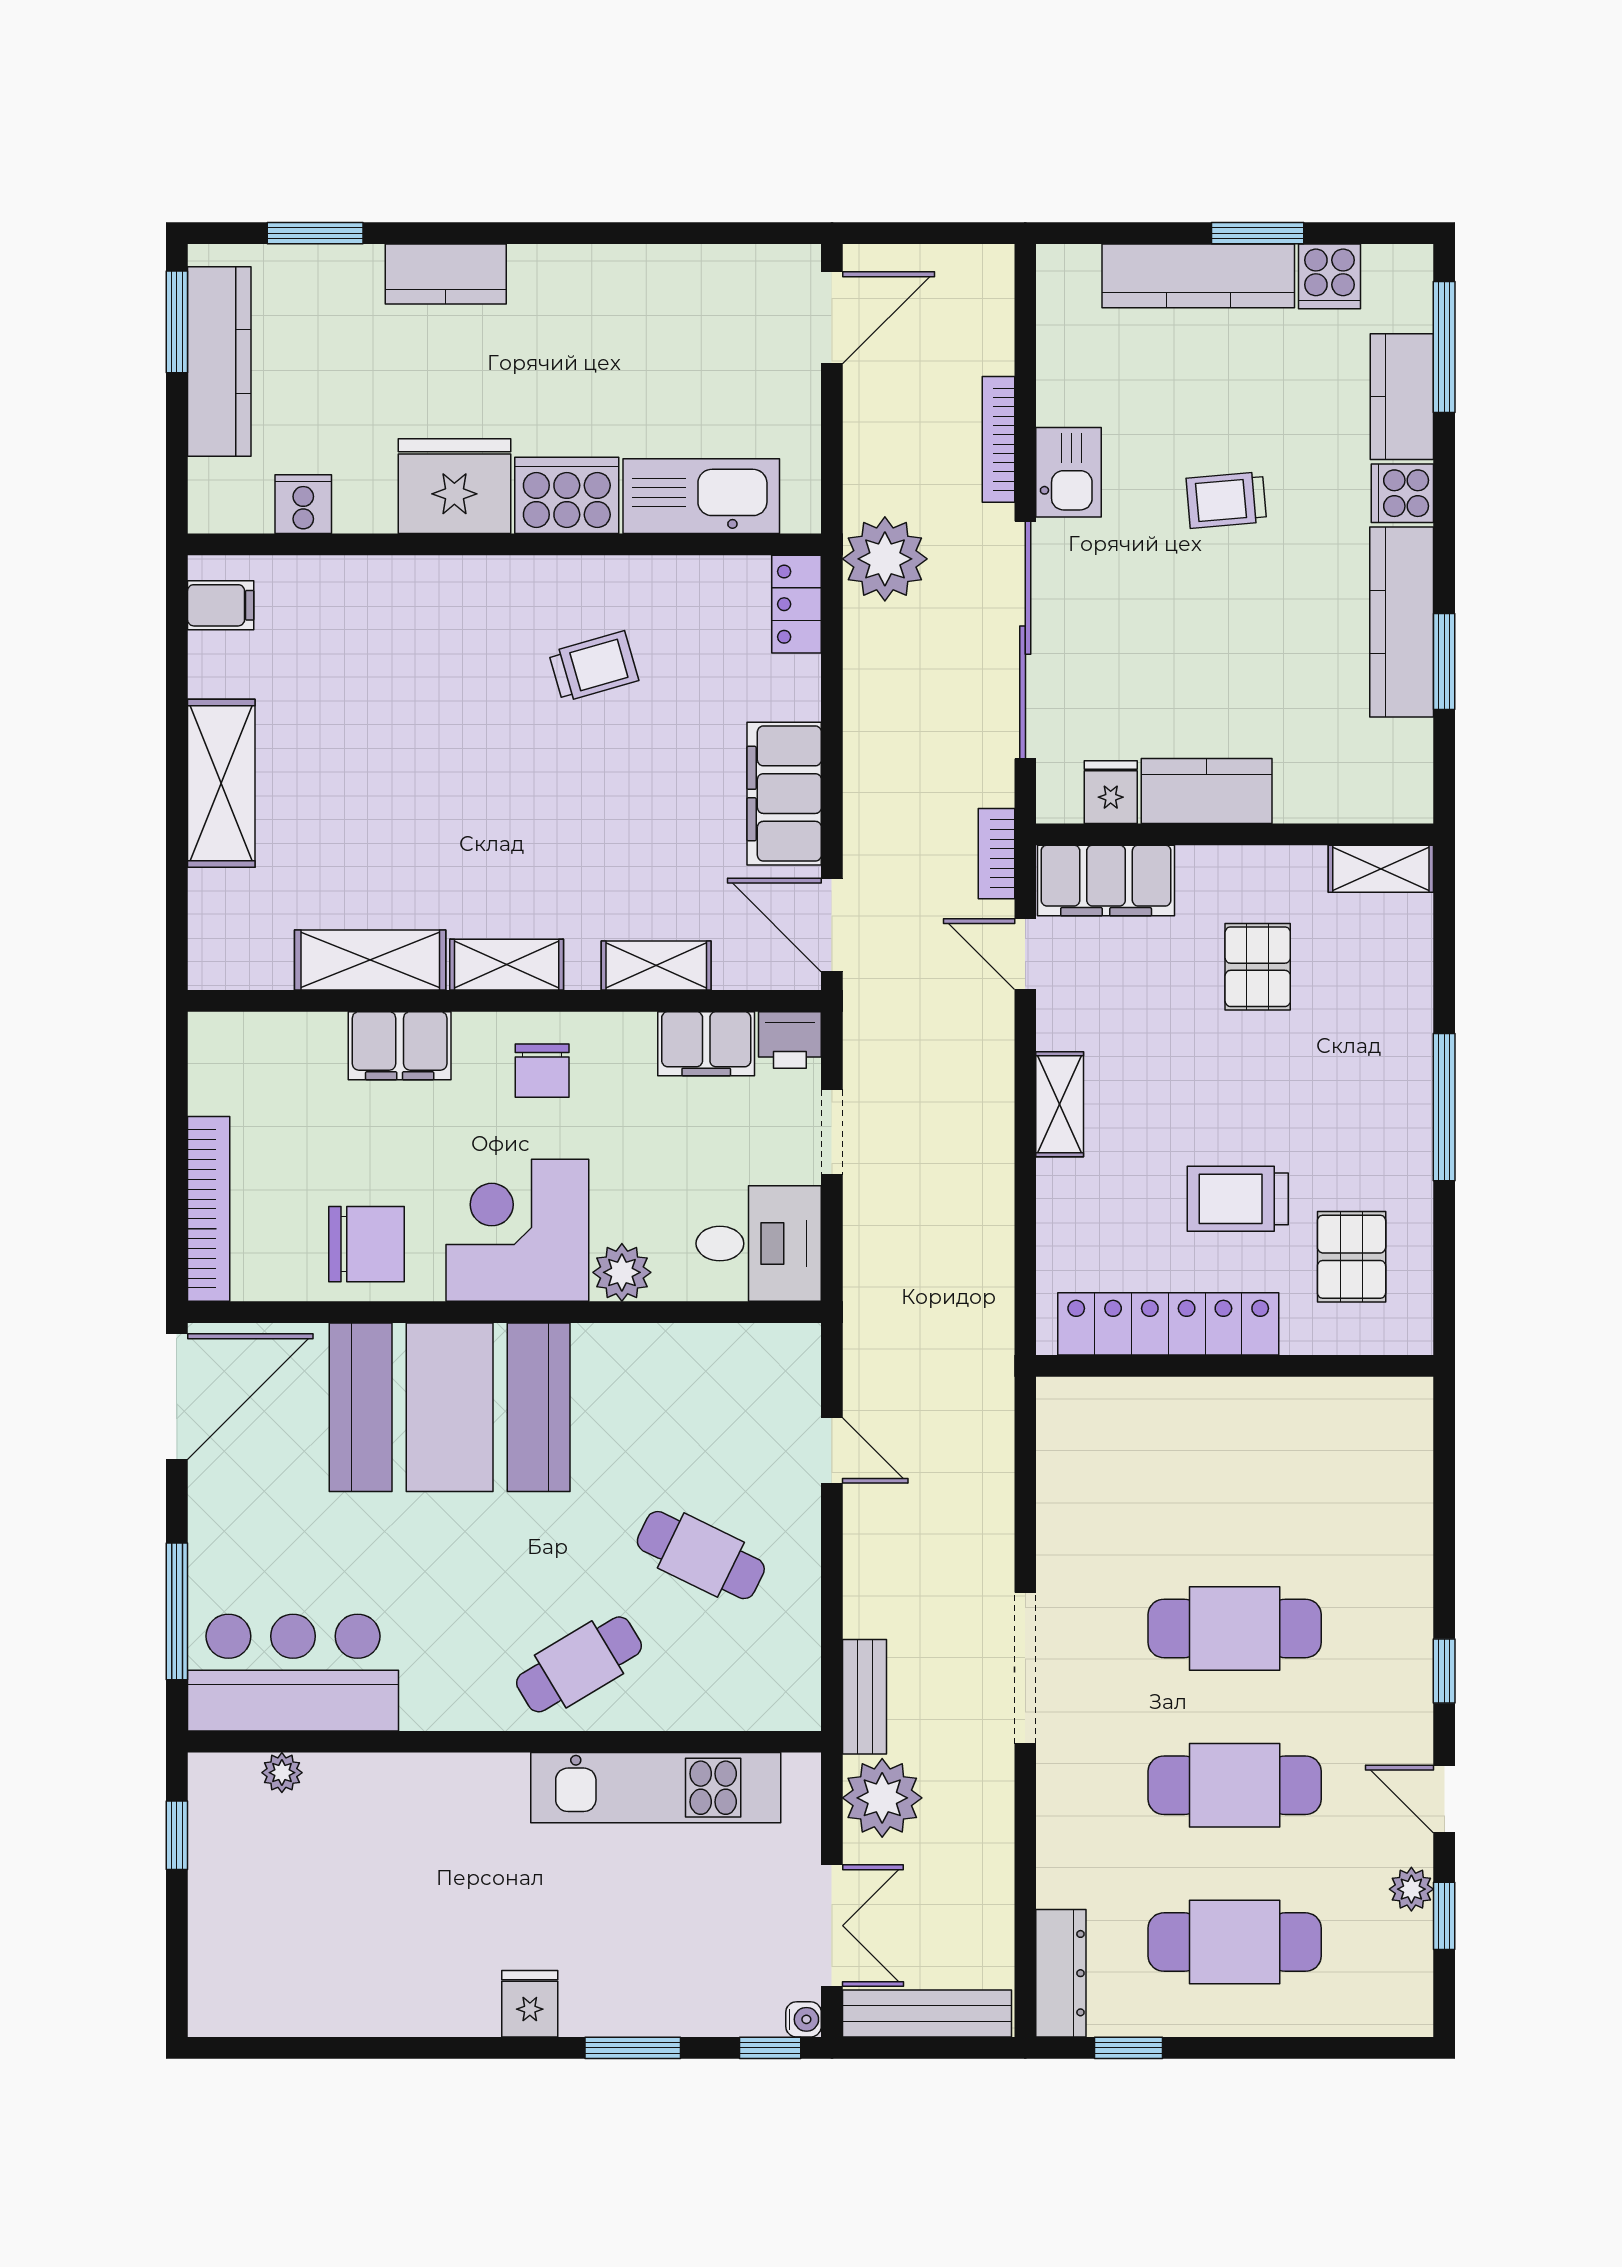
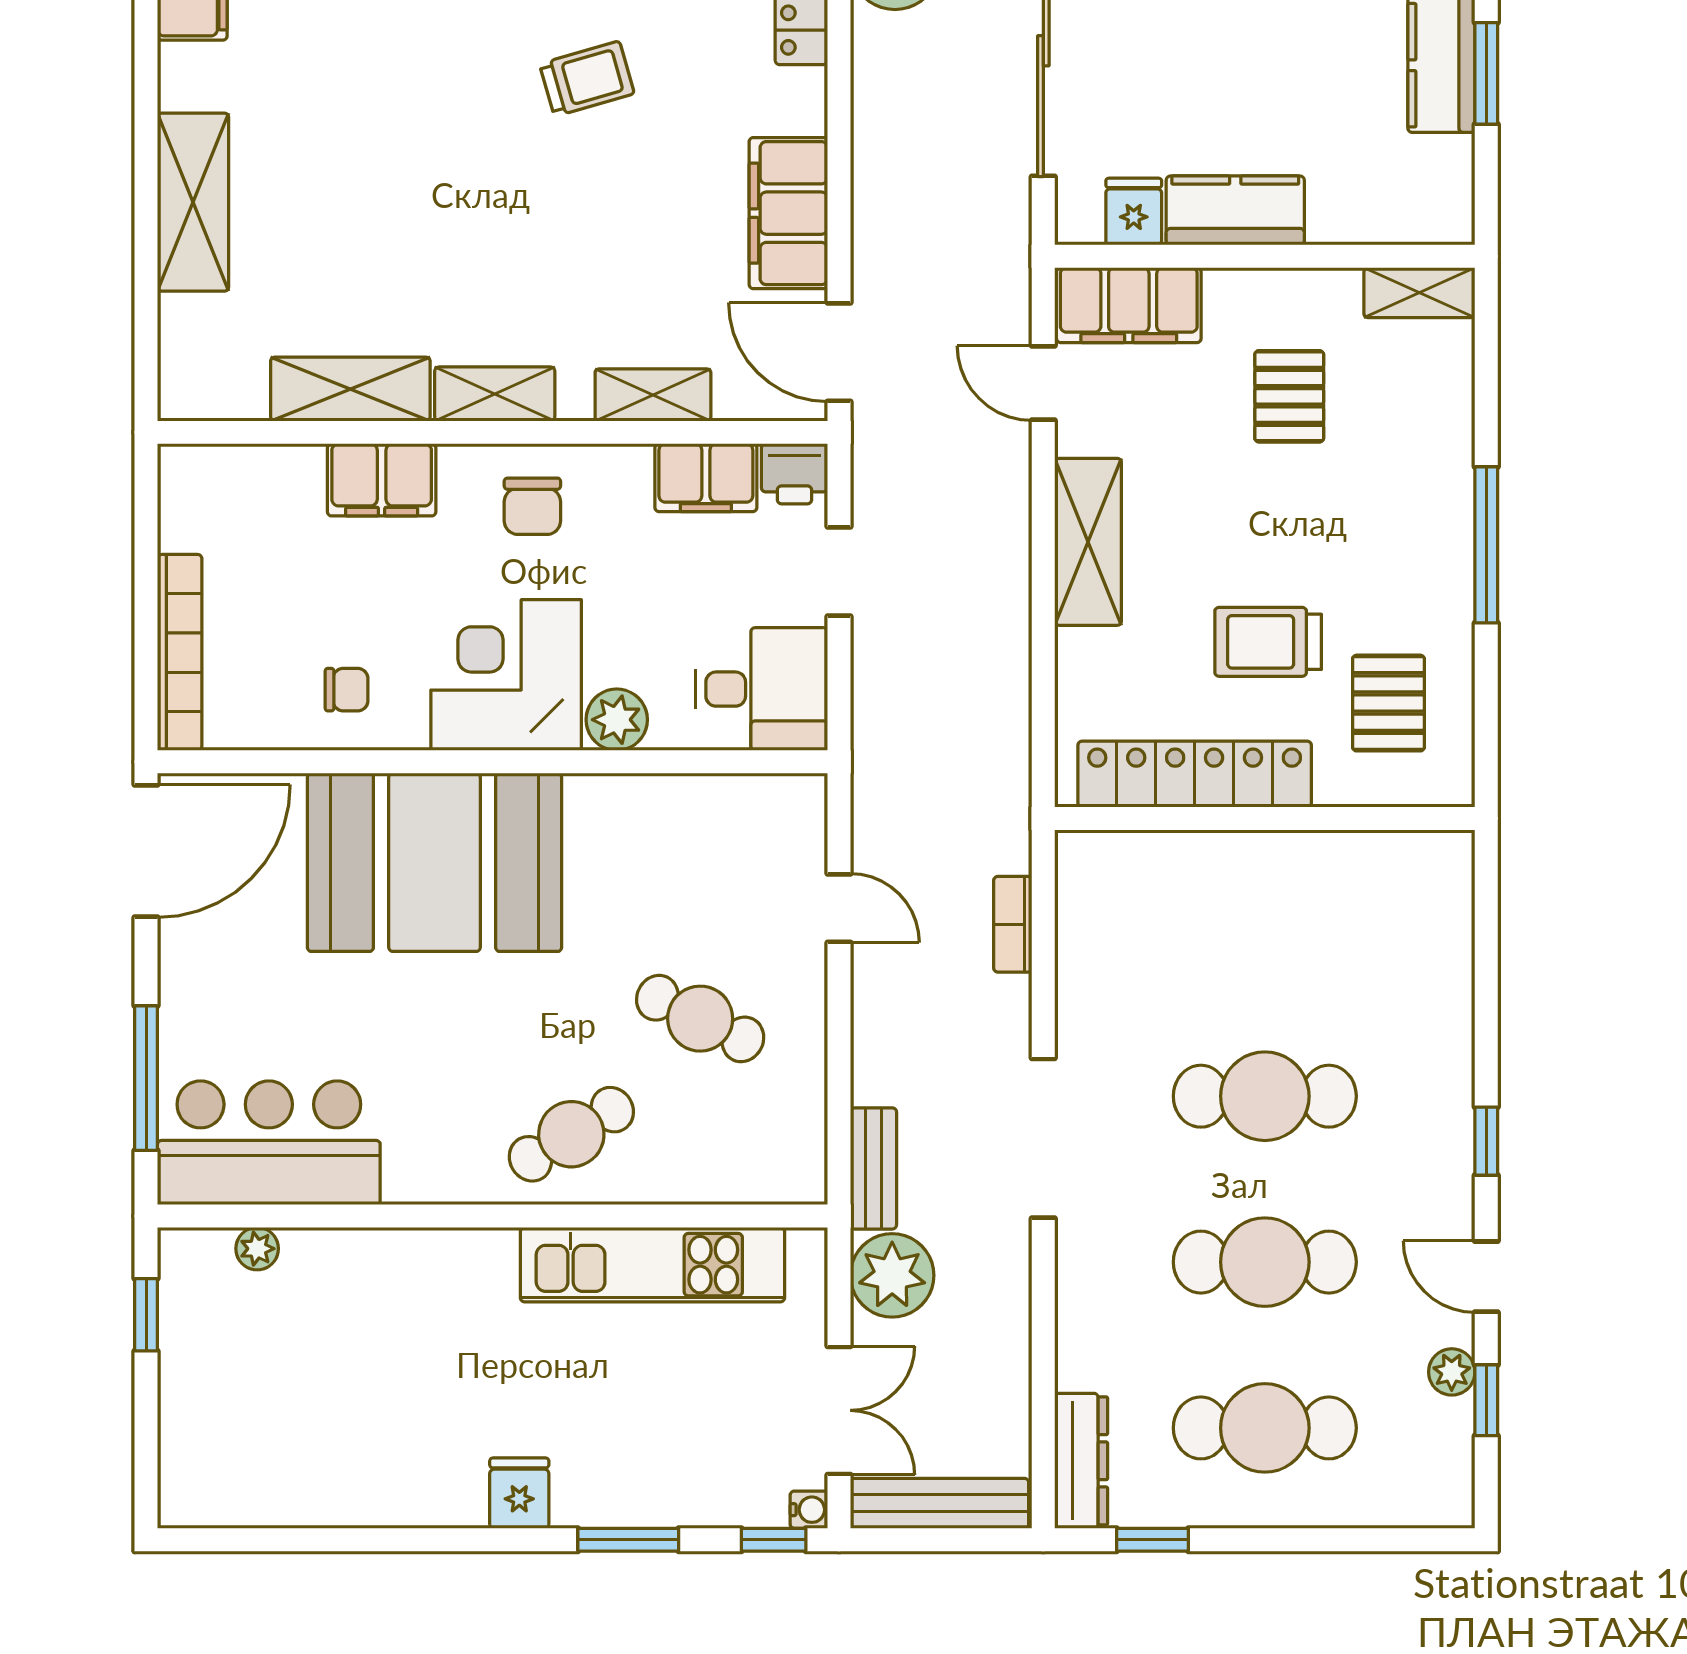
bookcase: (996, 854) -> (1013, 924), moved
shelving: (1060, 1104) -> (1088, 542), width x1.50, depth x1.33
chair: (367, 1244) -> (347, 690), width x0.54, depth x0.54

